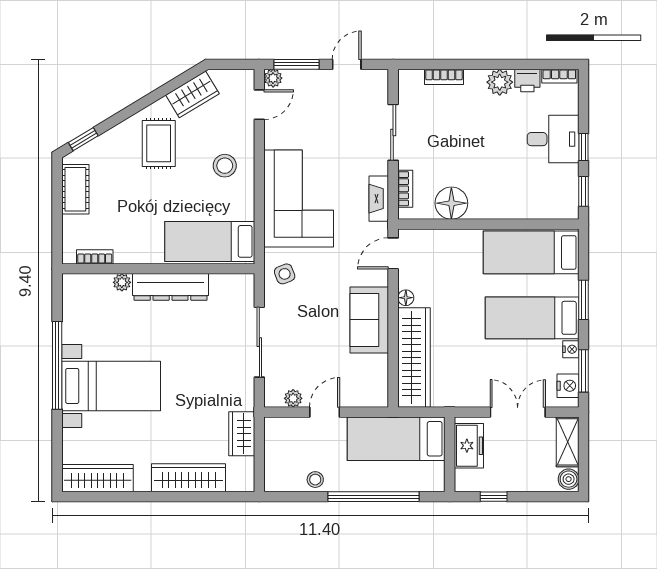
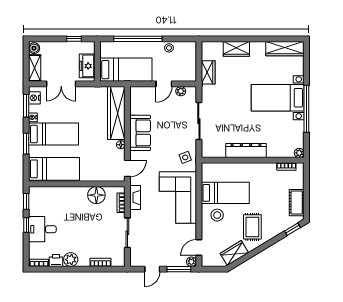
bed: (210, 241) -> (225, 193), moved
plant: (122, 282) -> (299, 153), moved
wardrobe: (189, 478) -> (236, 49), width x0.67

